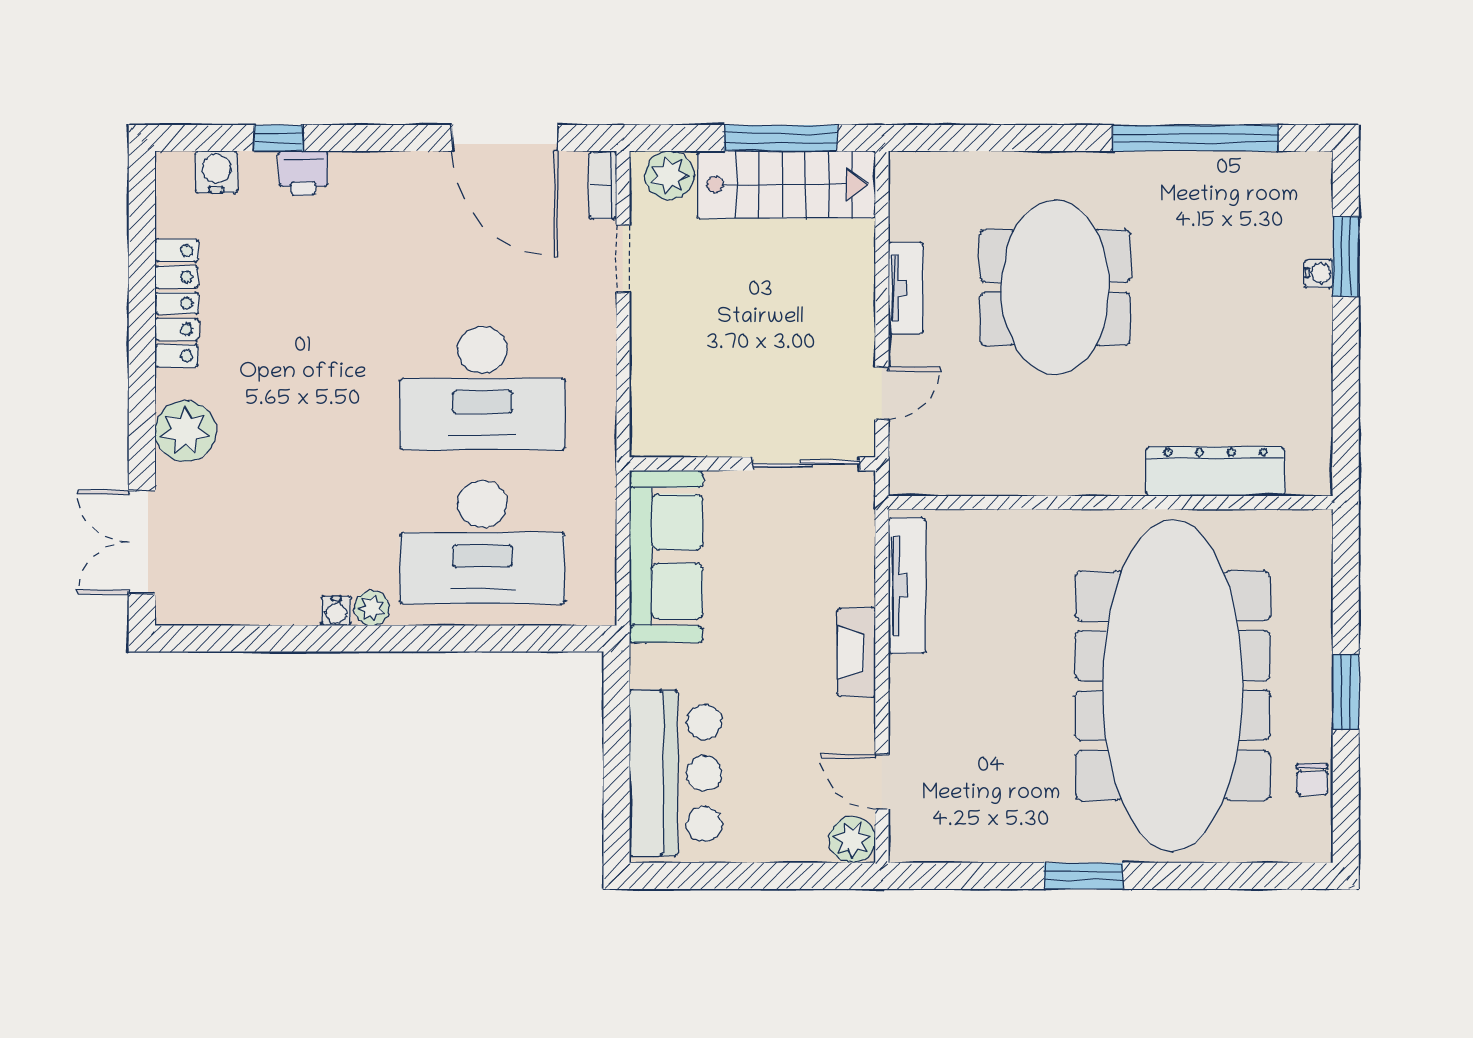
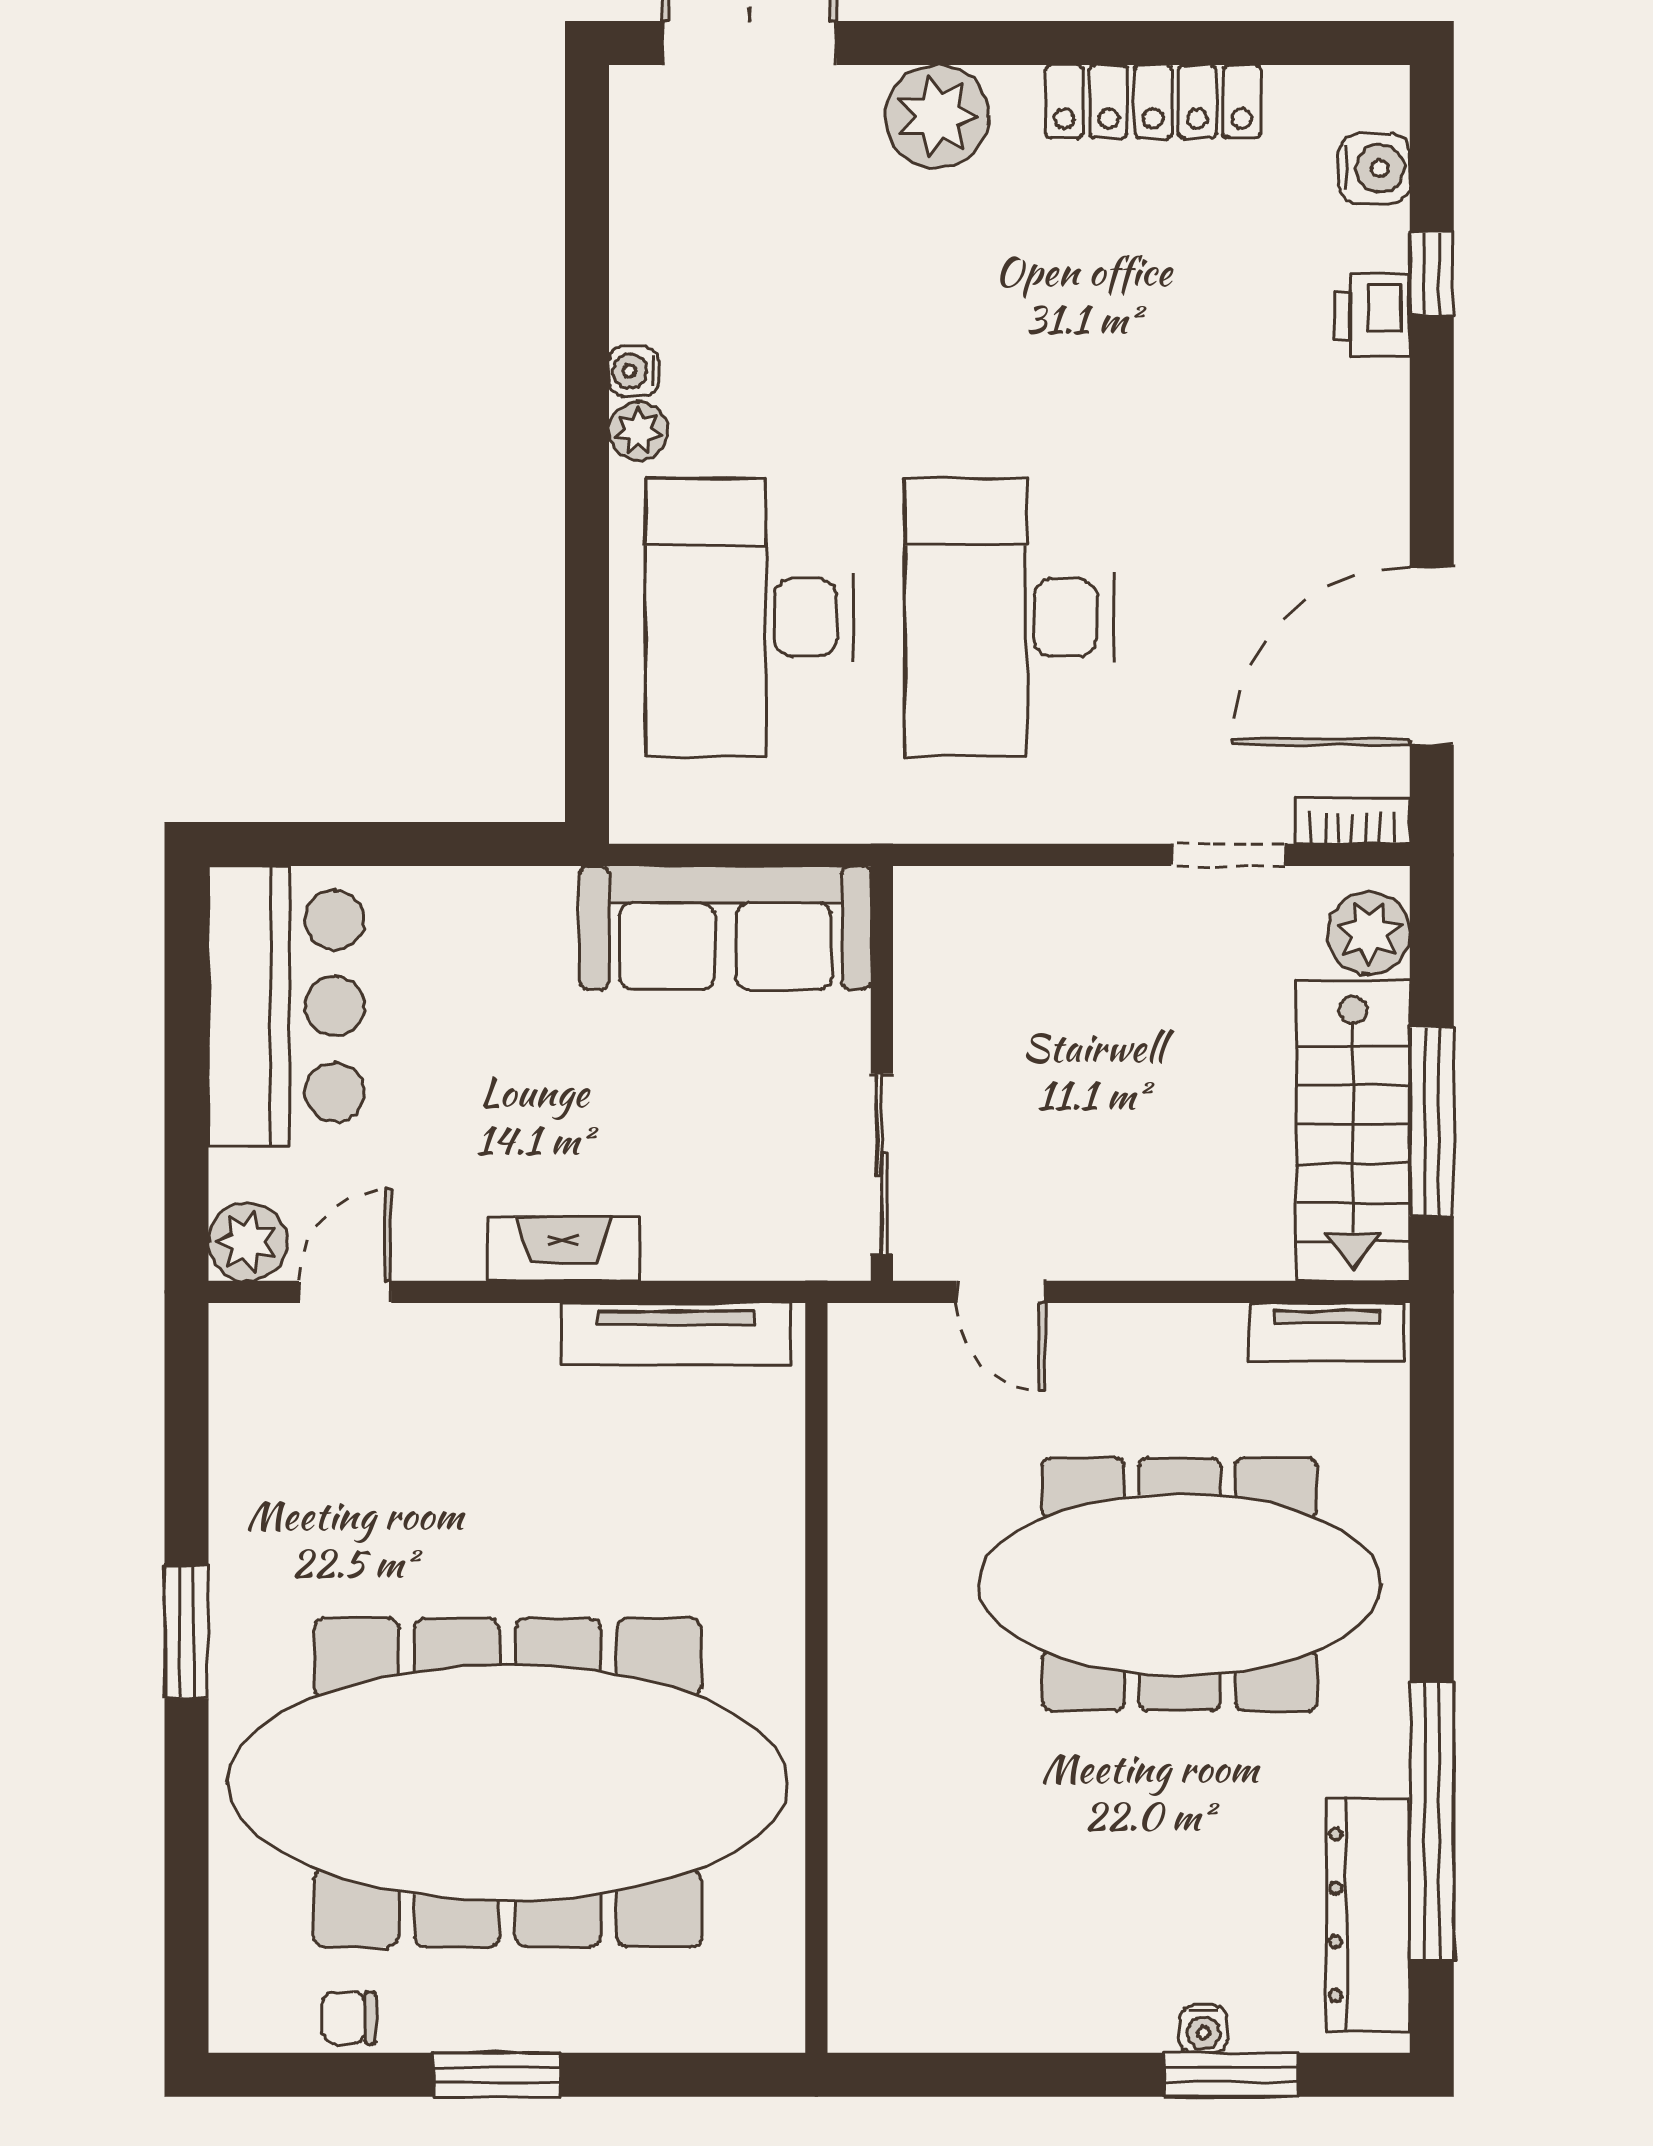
meeting table: (1055, 287) -> (1180, 1584), width x1.36
tv unit: (906, 288) -> (1326, 1332), moved
dresser: (1216, 471) -> (1368, 1915), moved, turned 180
bar counter: (676, 773) -> (286, 1006), moved, turned -90

